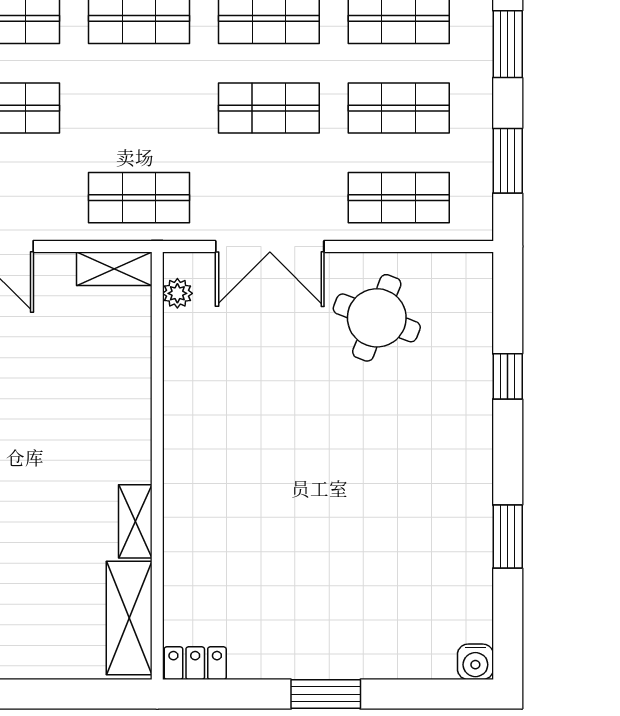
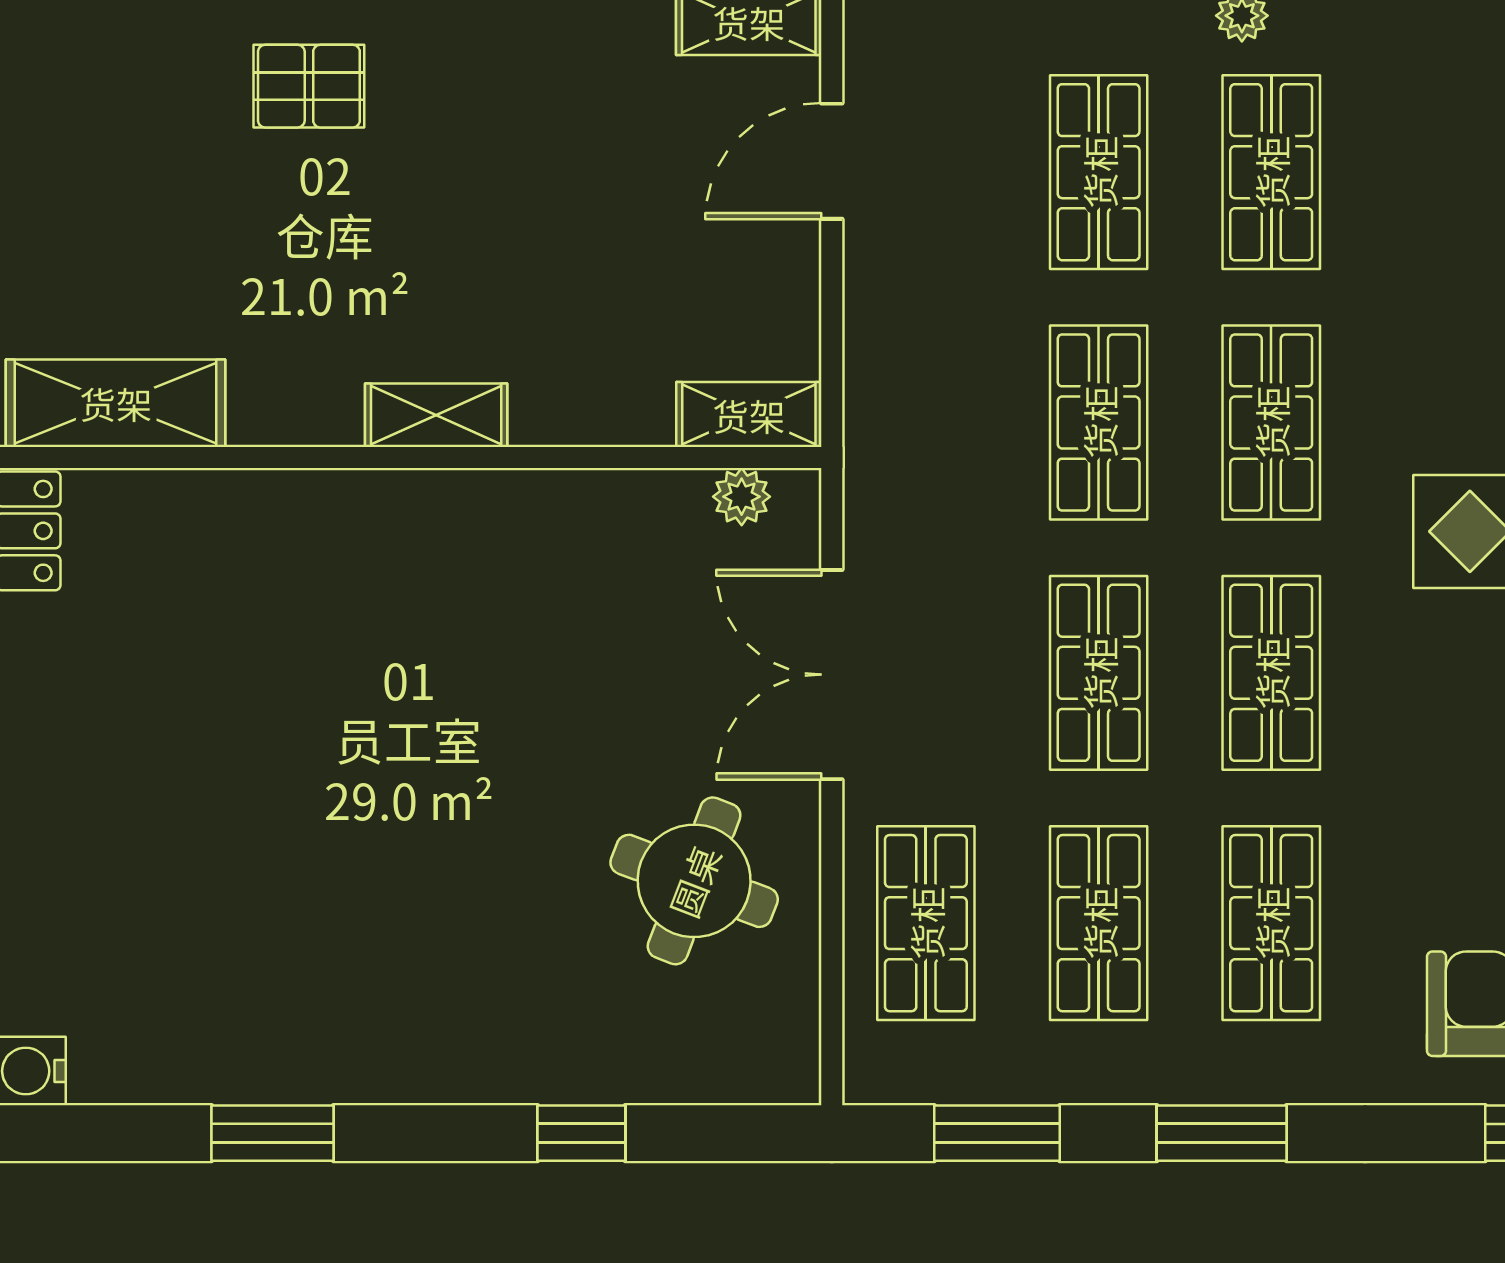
shop shelf: (139, 198) -> (1099, 422), moved
shelving: (114, 269) -> (749, 415), moved, turned 90
shelving: (135, 521) -> (436, 415), moved

